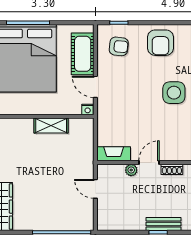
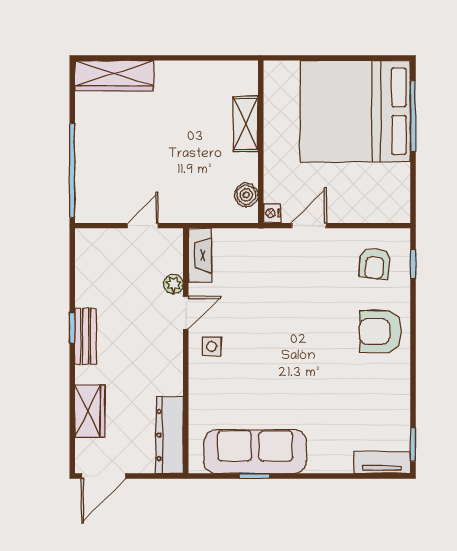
cot: (83, 54) -> (363, 205), removed
side table: (174, 93) -> (212, 346), moved, width x0.54, depth x0.54
boiler: (76, 125) -> (246, 195), added
shelving: (51, 126) -> (246, 124), moved
door: (149, 162) -> (186, 313), hinge flipped
shoe rack: (172, 169) -> (175, 350), removed

